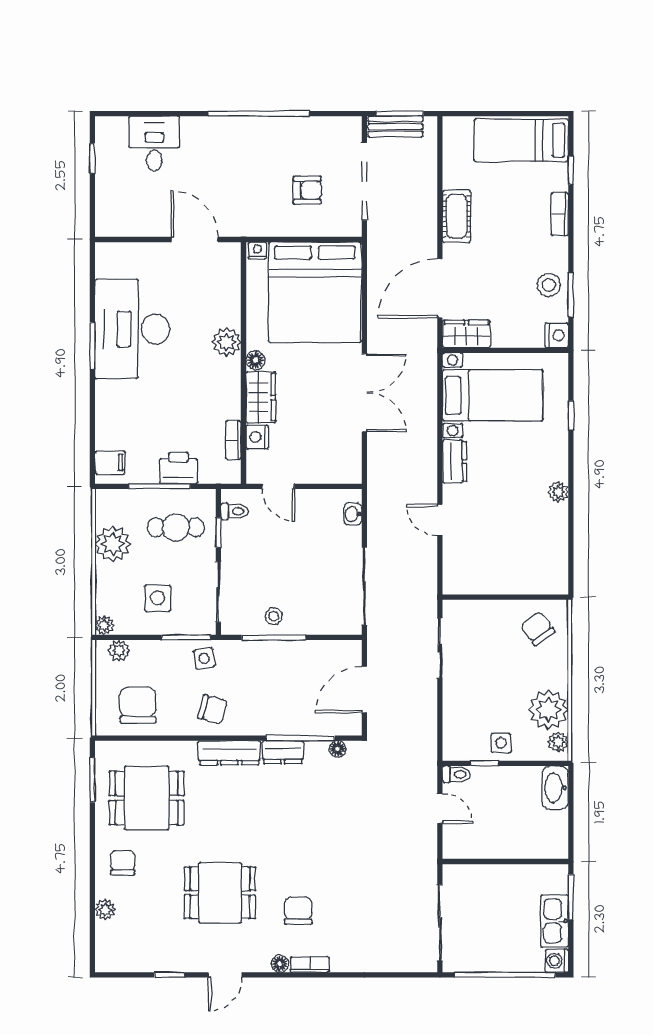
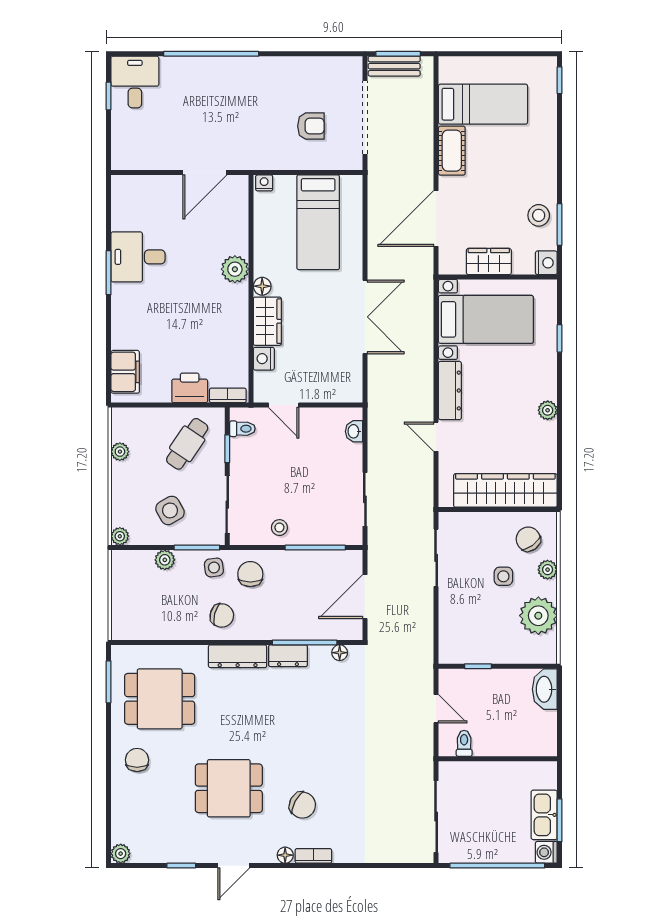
window: (258, 114) -> (211, 54), moved
bed: (521, 140) -> (483, 104), moved, turned 180
desk: (154, 144) -> (135, 82), moved
window: (571, 170) -> (560, 80), moved
bookcase: (560, 214) -> (549, 149), removed
door: (195, 240) -> (205, 173), swing flipped
bed: (315, 292) -> (318, 222), width x0.49
desk: (132, 329) -> (138, 257), width x0.53, depth x0.77
wardrobe: (466, 334) -> (489, 262), moved
bookcase: (233, 440) -> (228, 395), moved, turned 90
dresser: (455, 461) -> (450, 390), width x1.44
filing cabinet: (110, 462) -> (125, 372), width x2.00
window: (159, 486) -> (172, 405), removed
cafe table: (176, 527) -> (187, 444), turned -56
plant: (113, 544) -> (120, 452), width x0.53, depth x0.53
wardrobe: (513, 577) -> (505, 490), added
sliding door: (364, 586) -> (365, 499), width x0.73
side table: (158, 598) -> (170, 510), turned -30
window: (274, 637) -> (315, 548), moved
plant: (119, 650) -> (165, 560), moved
chair: (138, 705) -> (250, 574), moved, width x0.73, depth x0.73
plant: (558, 742) -> (548, 570), moved
side table: (501, 743) -> (503, 576), moved
toilet: (456, 774) -> (464, 743), moved, turned -90
window: (571, 897) -> (560, 820), moved
plant: (105, 910) -> (121, 854), moved
chair: (298, 911) -> (302, 805), turned 118

